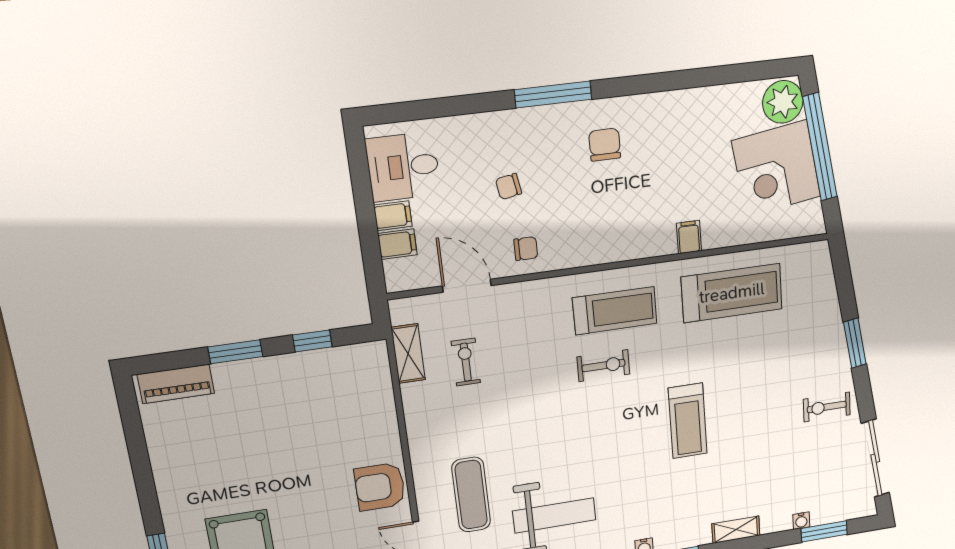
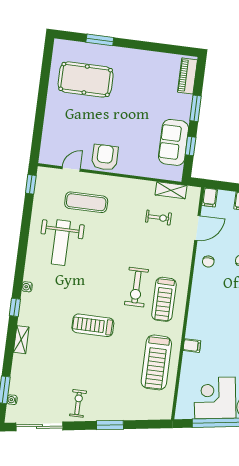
filing cabinet: (397, 244) -> (210, 197), moved
exercise bike: (603, 366) -> (136, 287), width x1.38, depth x1.39
sofa: (315, 374) -> (173, 142), added
water cooler: (801, 521) -> (12, 400), moved

